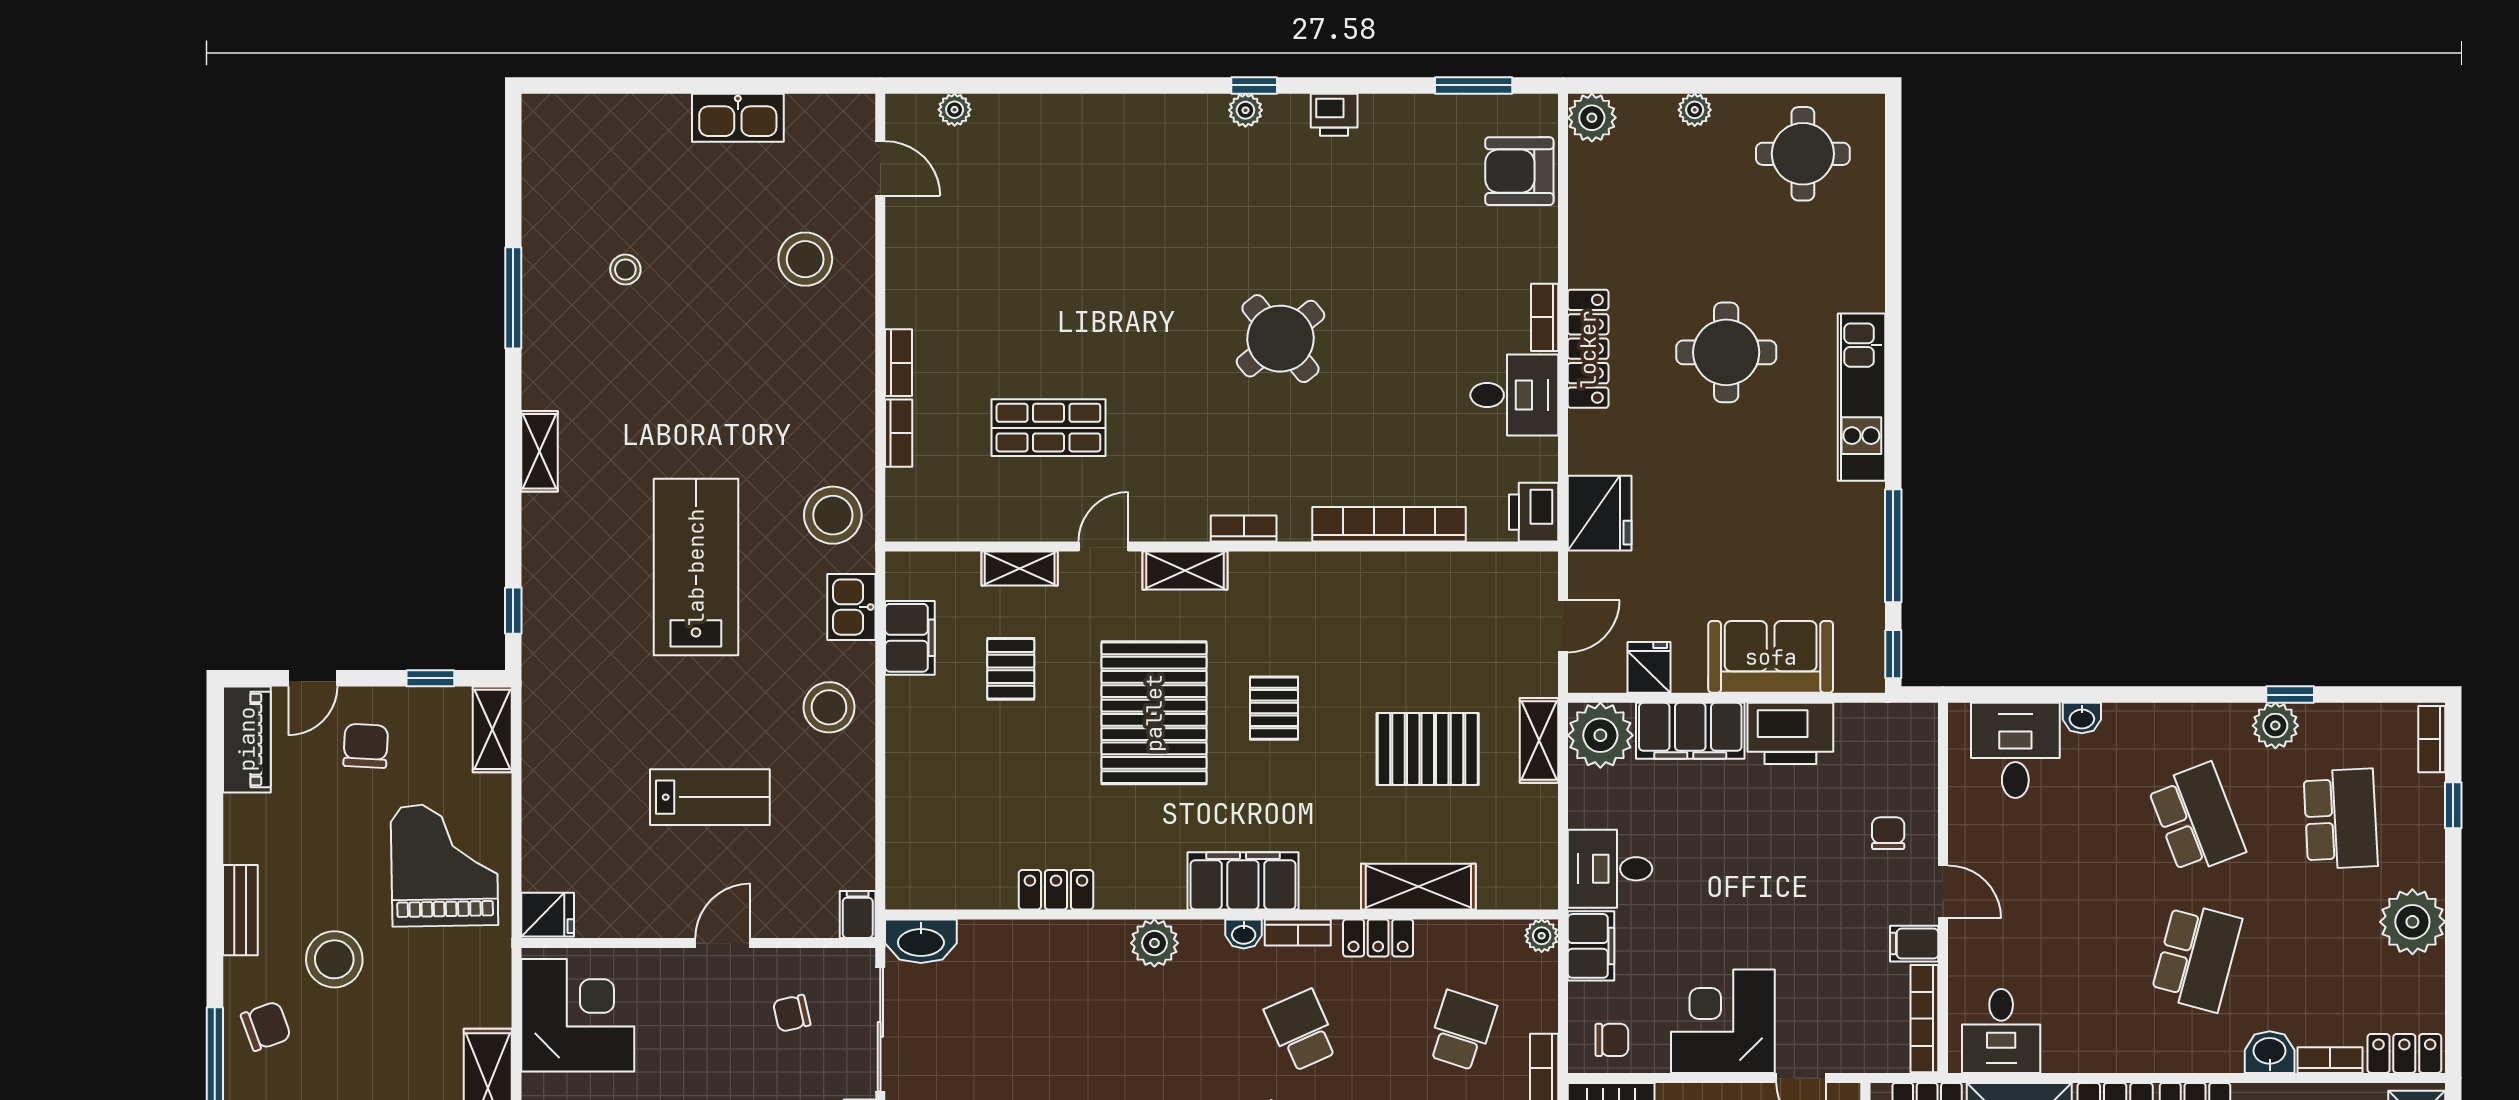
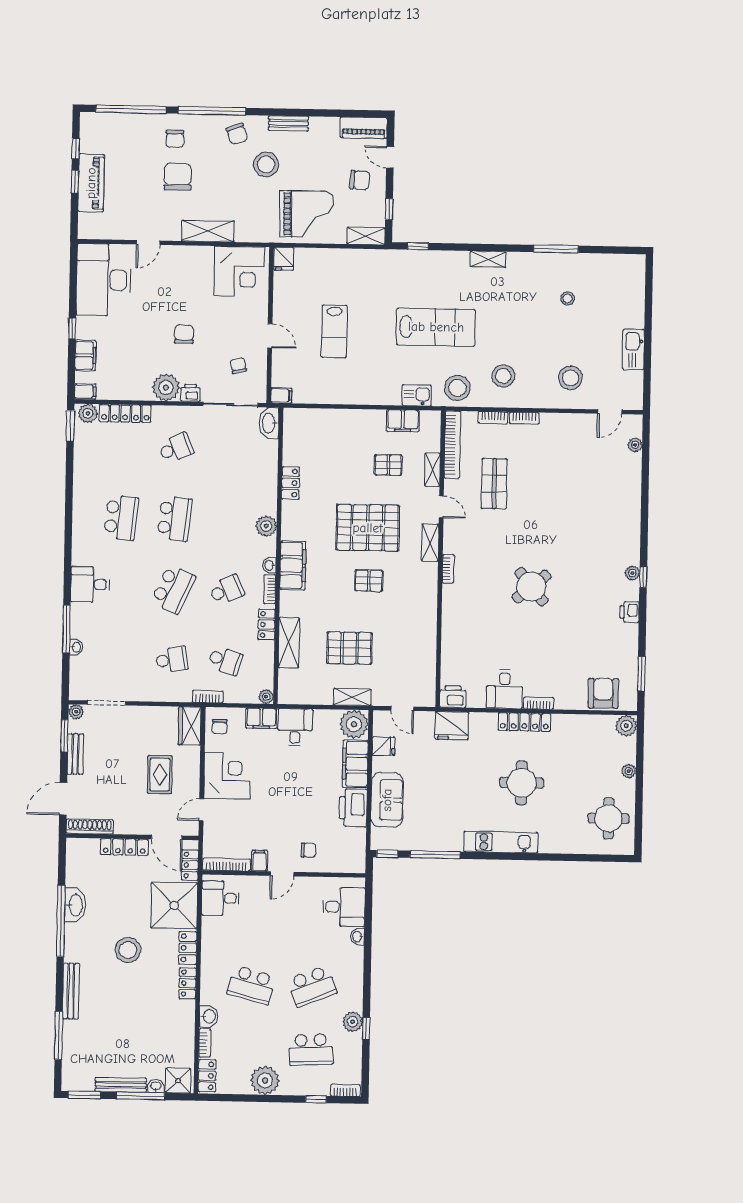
bookcase: (1389, 524) -> (452, 445), moved
stool: (829, 707) -> (503, 376), moved
pallet: (1428, 749) -> (349, 648), turned 90

